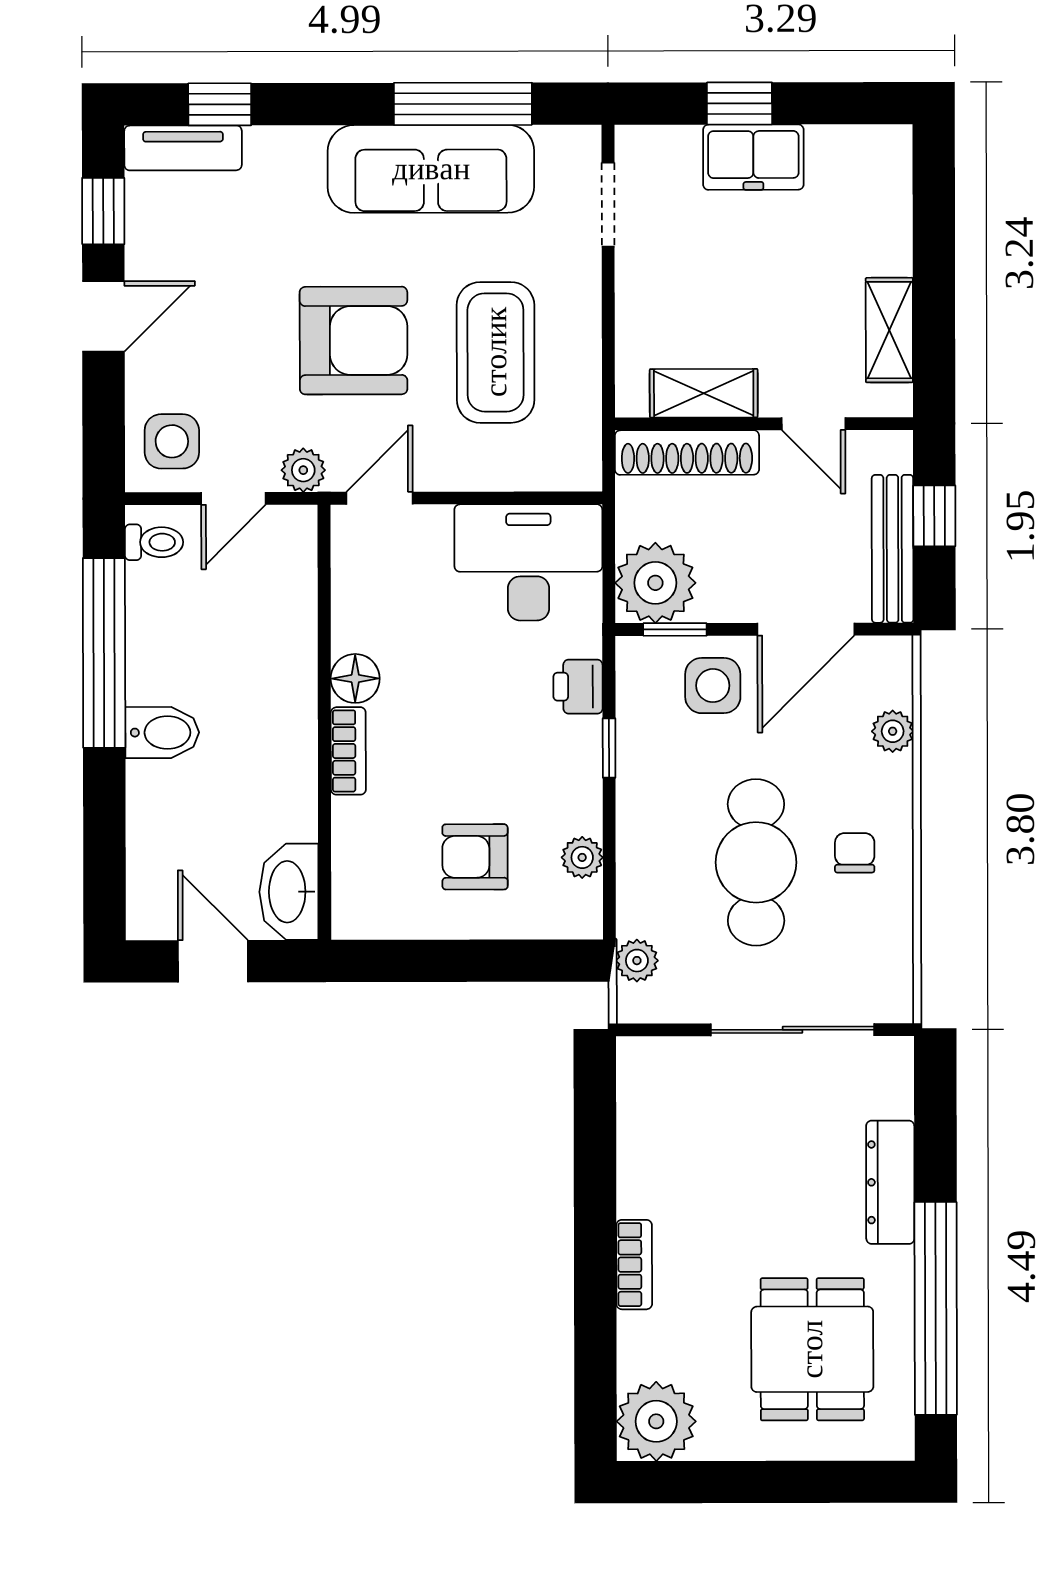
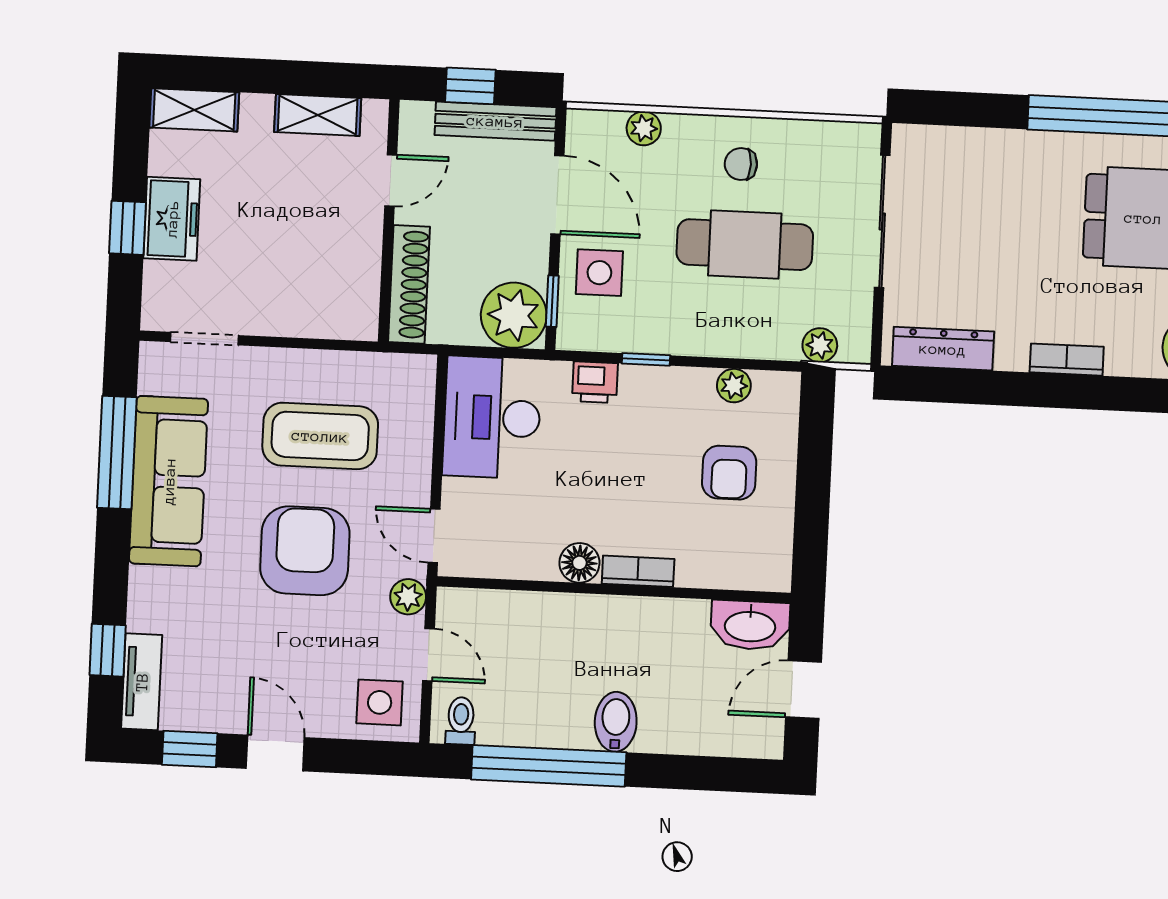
shelving: (704, 393) -> (194, 110), moved, turned 90
dresser: (890, 1182) -> (943, 349), moved, turned 180

